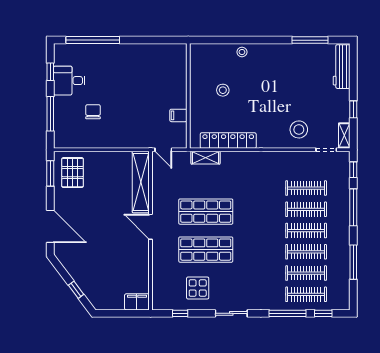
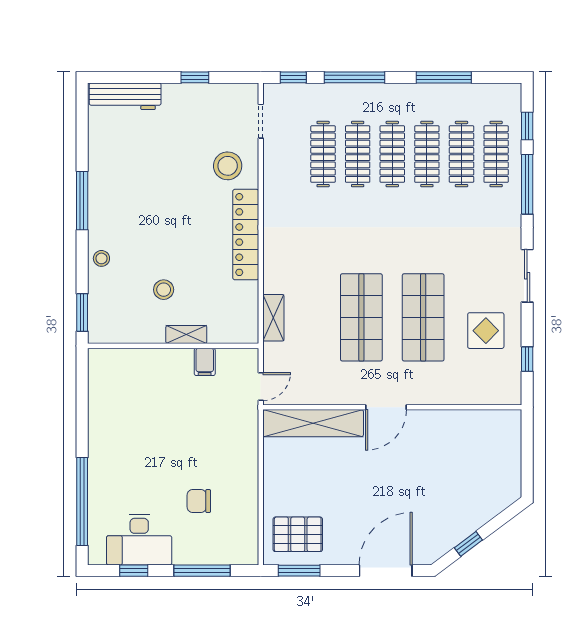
window: (209, 40) -> (82, 312), added
window: (310, 40) -> (82, 201), moved
desk: (69, 81) -> (139, 540), width x1.37
shelving: (344, 135) -> (186, 335), moved
locker: (228, 141) -> (246, 235), moved
window: (76, 290) -> (468, 544), moved
filing cabinet: (137, 302) -> (508, 429), removed

